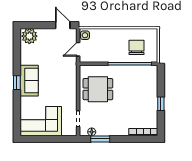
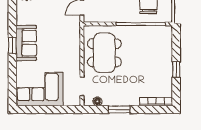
dining table: (98, 89) -> (104, 53), width x1.37
window: (100, 139) -> (119, 110), moved

